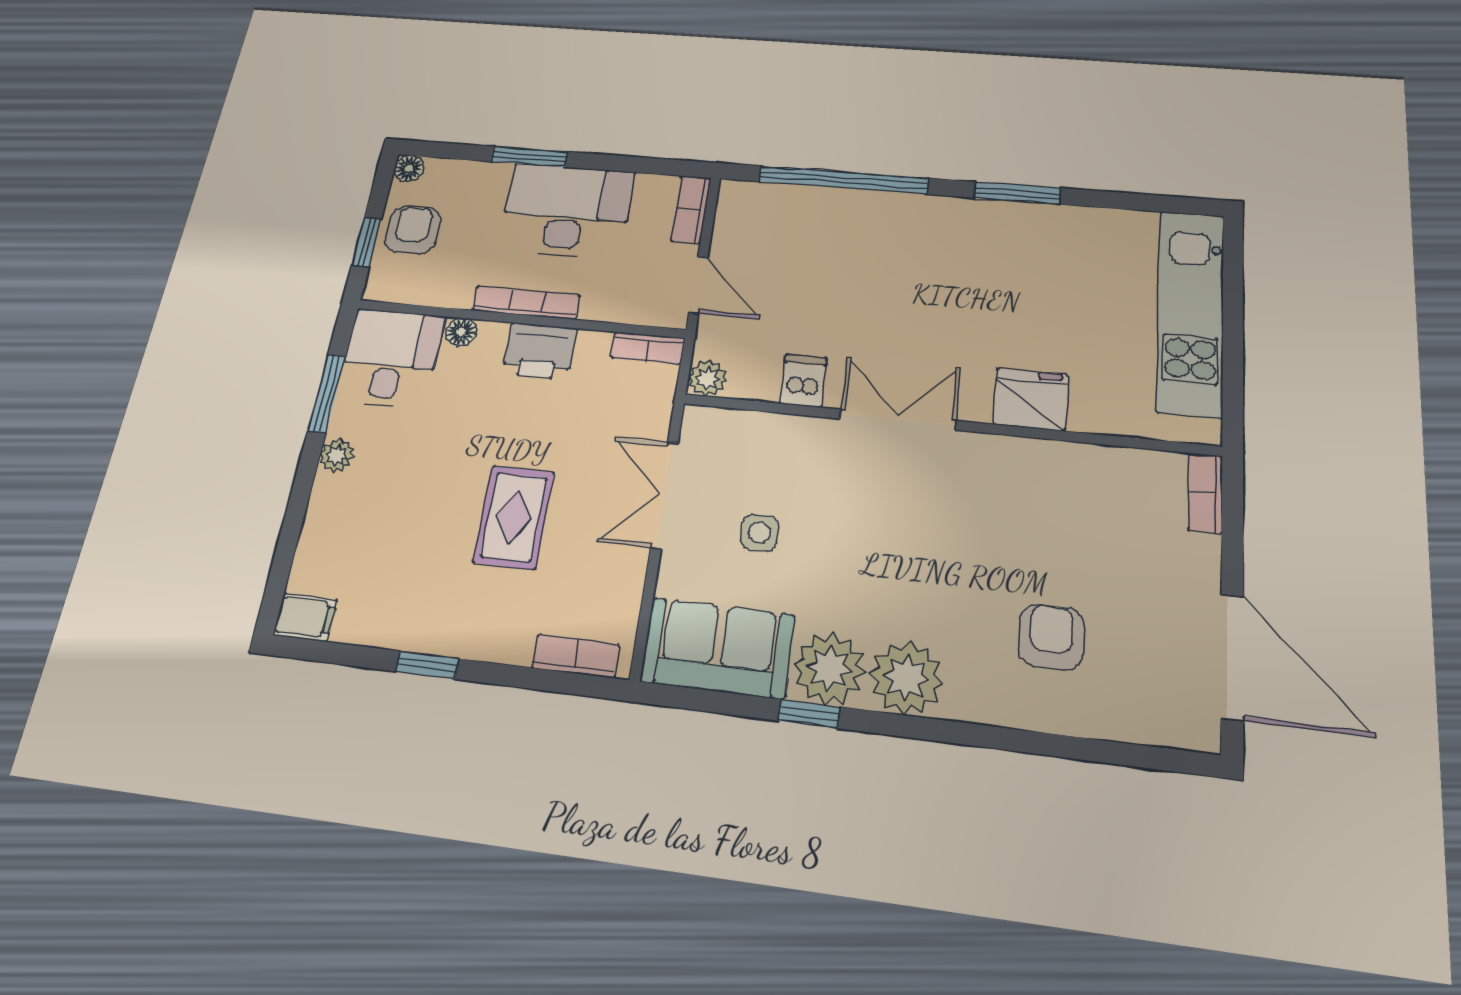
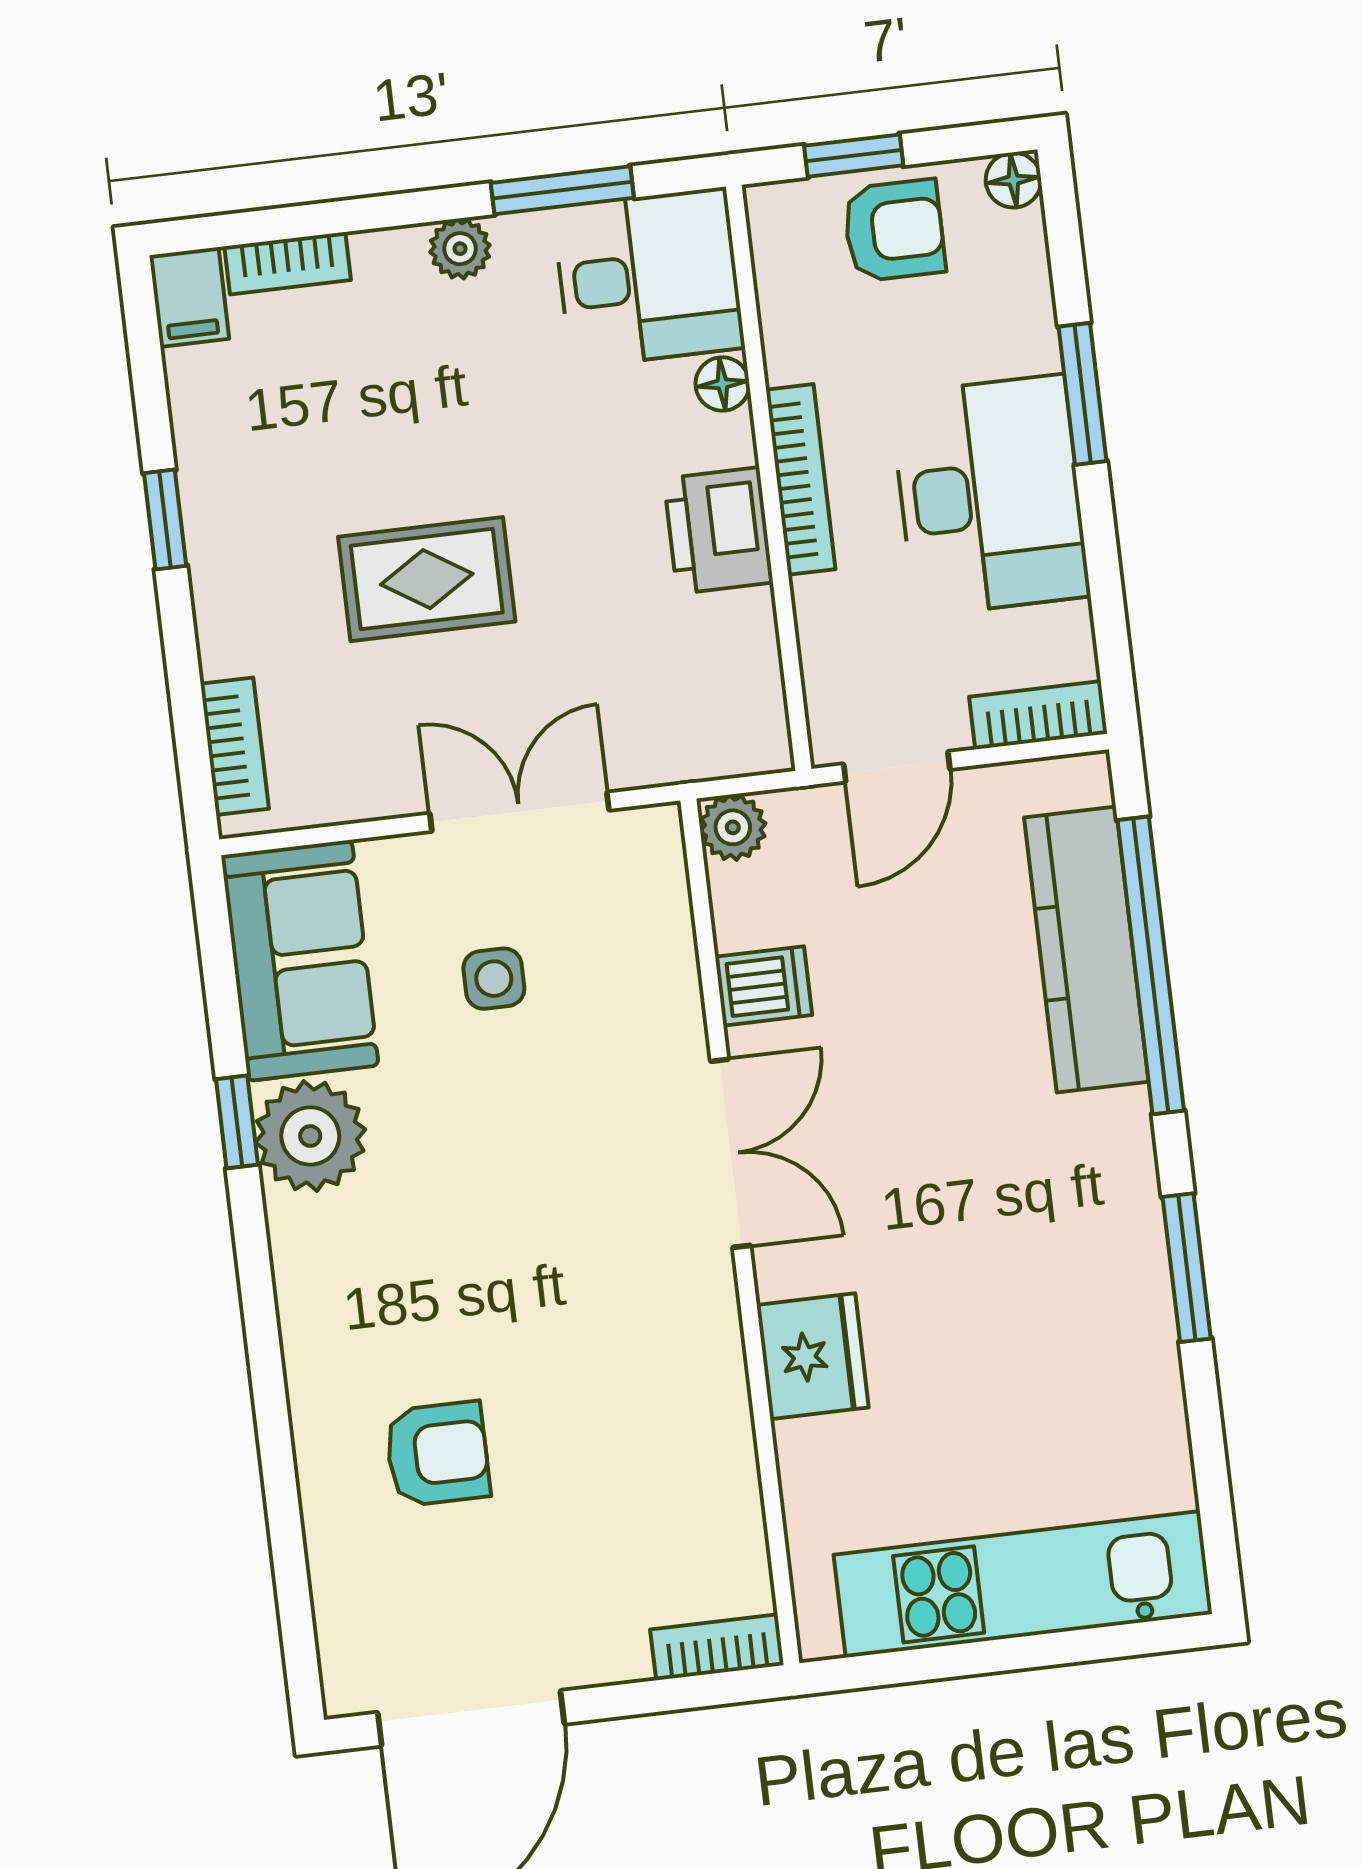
kitchen counter: (826, 210) -> (1086, 950), added
bookcase: (648, 348) -> (288, 263), moved, turned -90
plant: (906, 678) -> (325, 1253), removed

